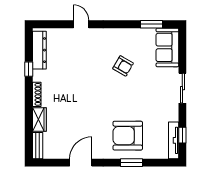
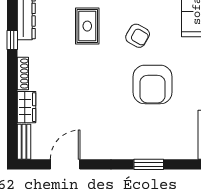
rug: (85, 59) -> (87, 26), added
armchair: (128, 136) -> (153, 84), moved, turned -90
door: (81, 163) -> (65, 164), moved

